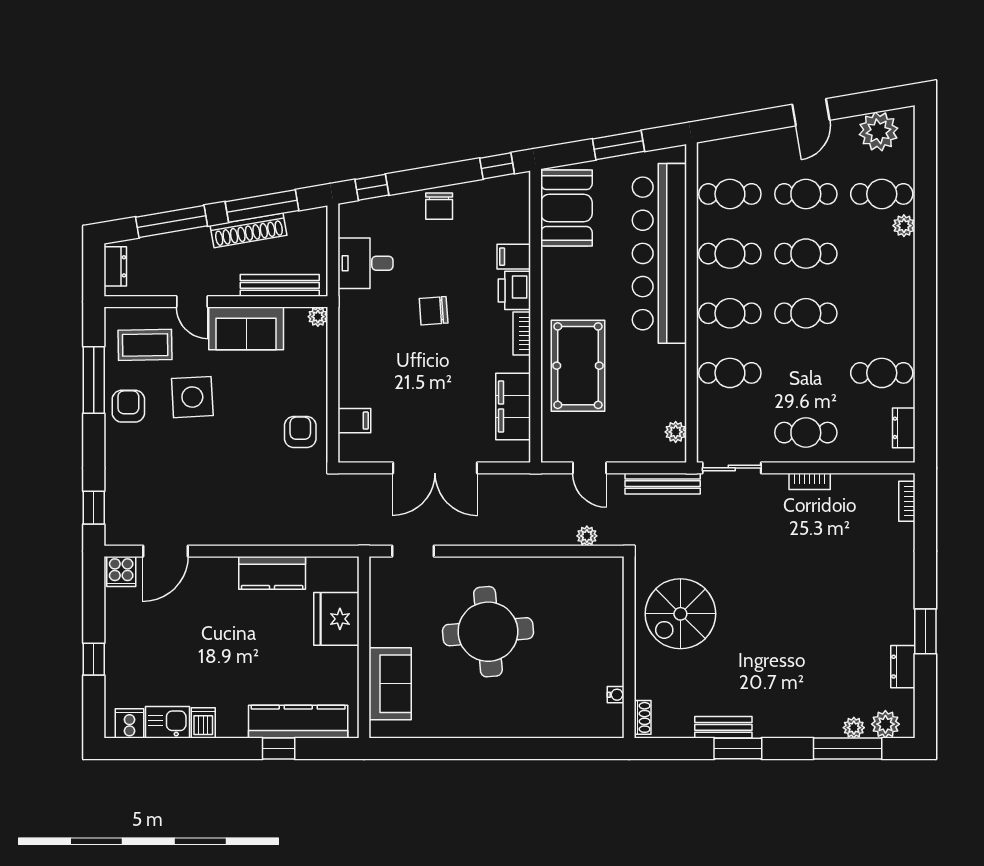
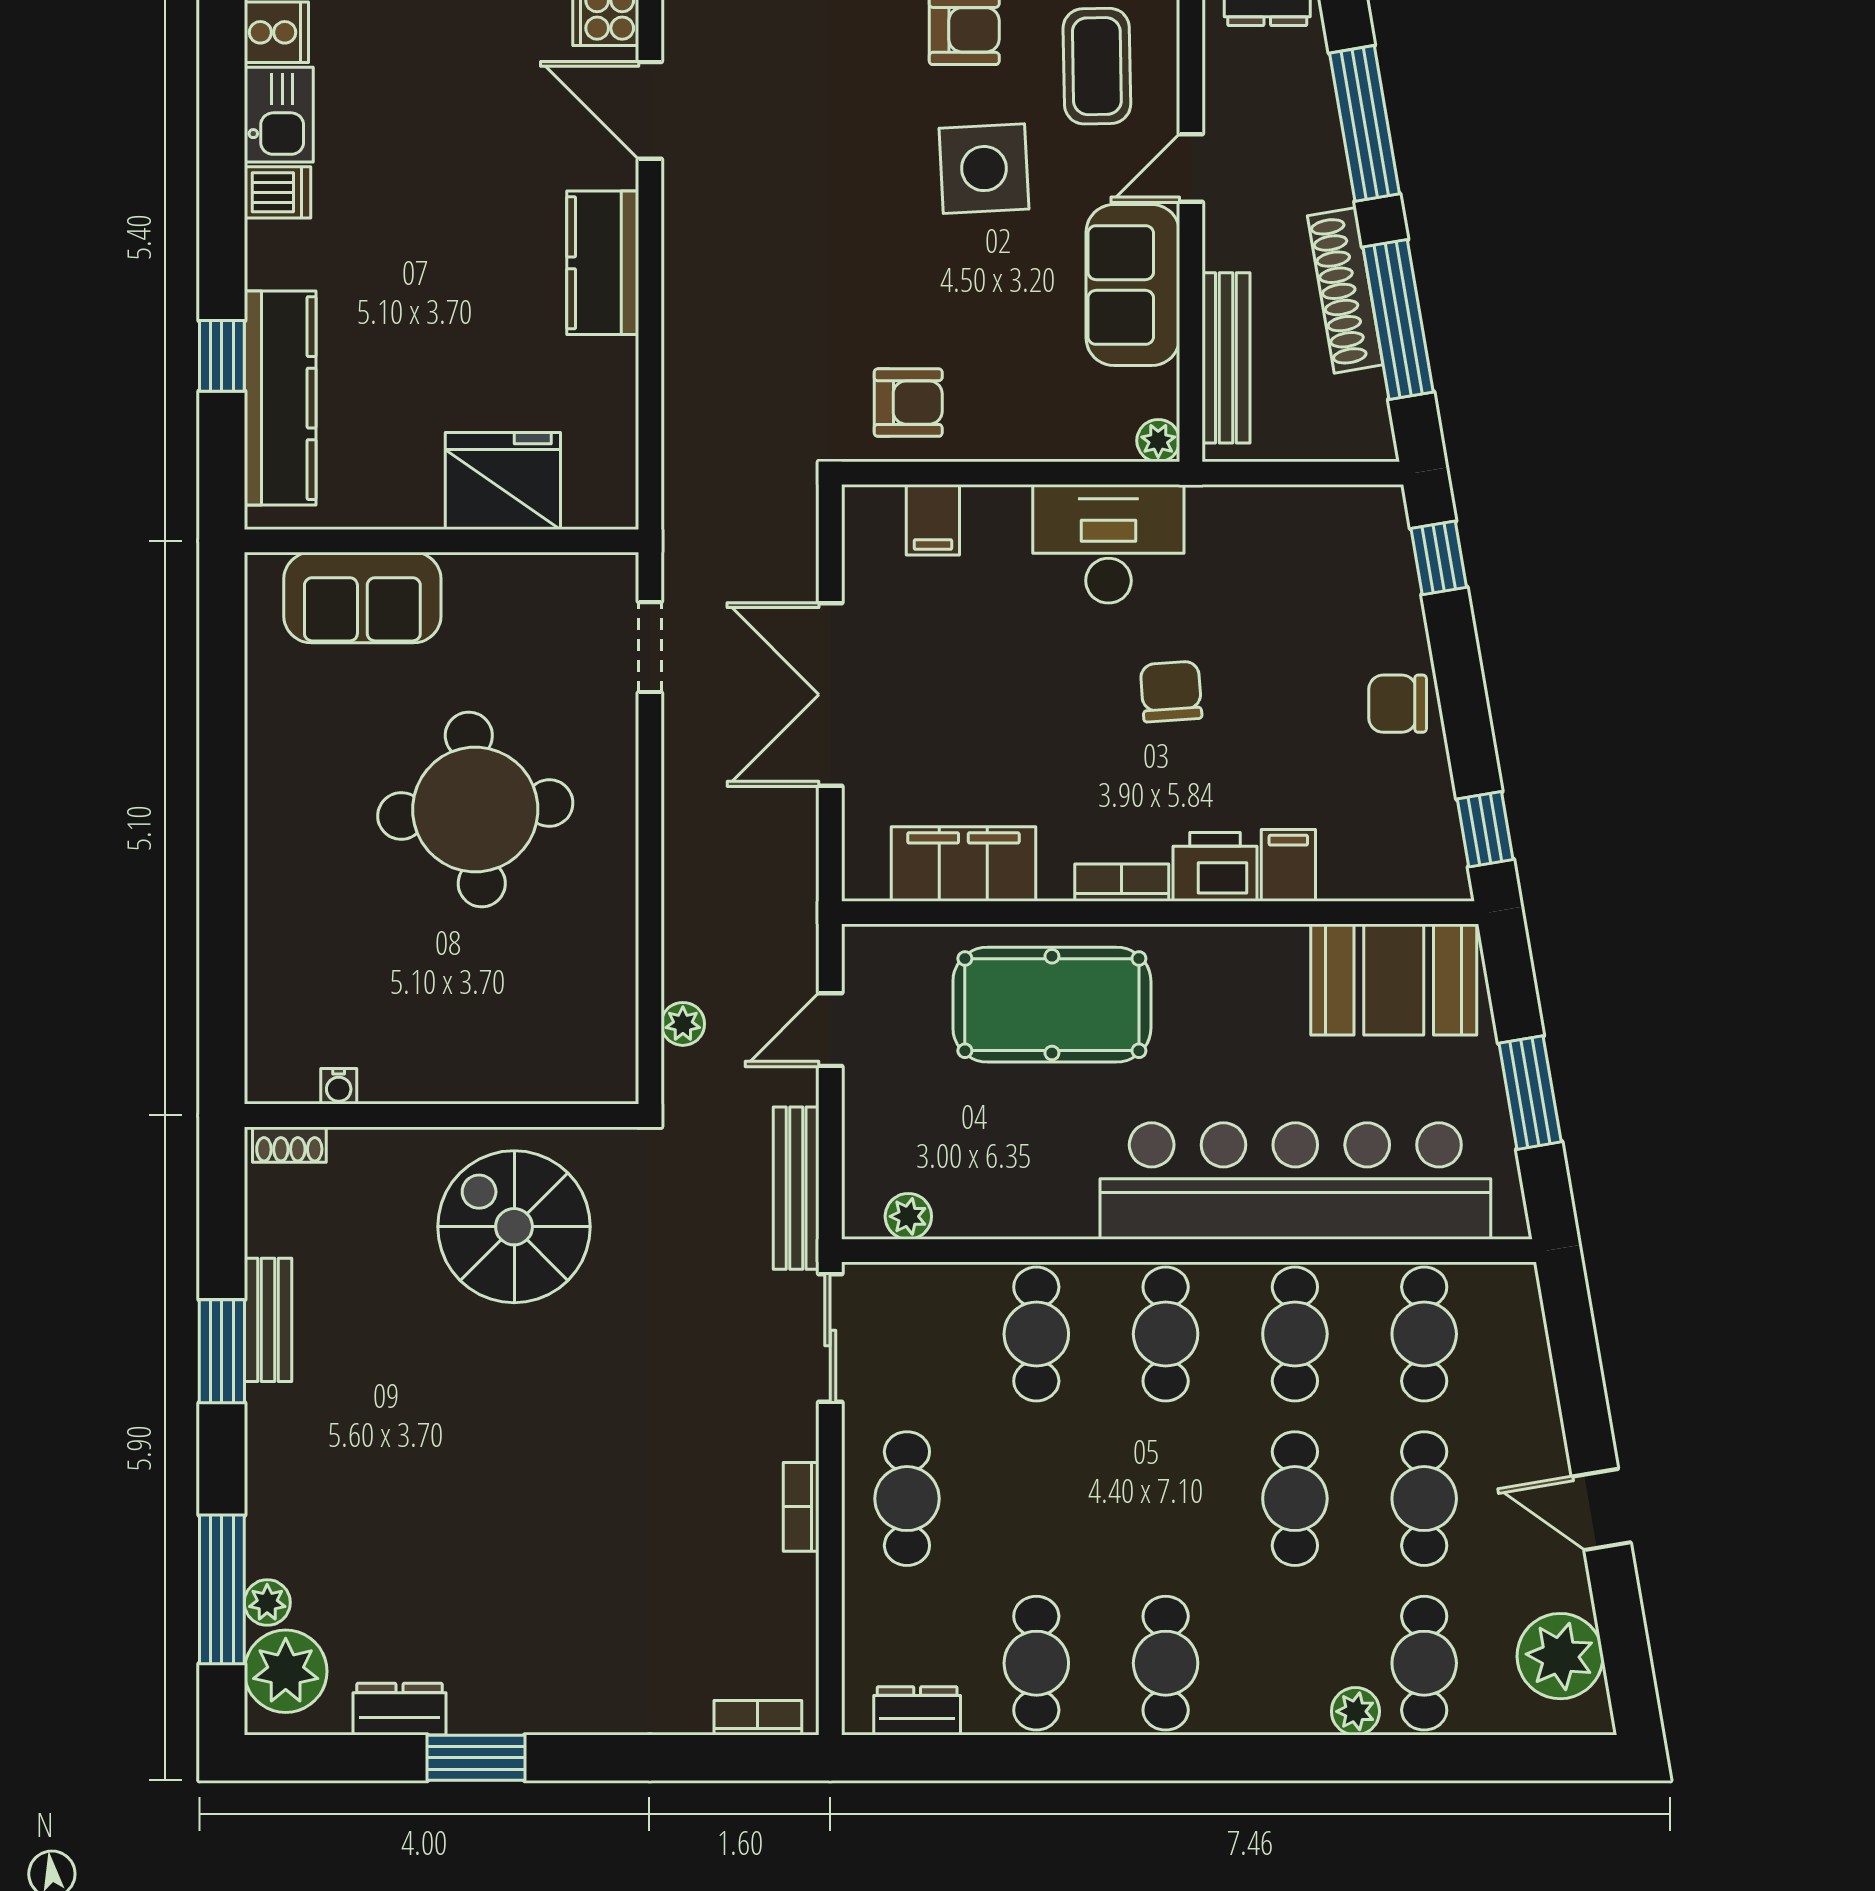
desk: (365, 263) -> (1108, 544), moved, width x1.37
cafe table: (806, 313) -> (1166, 1663), moved
kitchen counter: (272, 573) -> (603, 263), moved
plant: (885, 724) -> (286, 1671), width x1.36, depth x1.36

